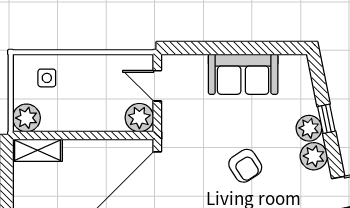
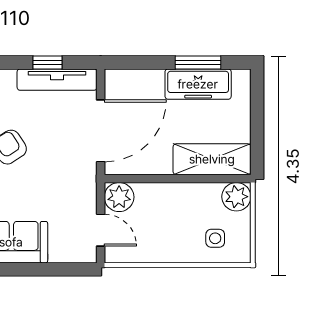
shelving: (37, 150) -> (212, 159), width x1.50, depth x1.33

